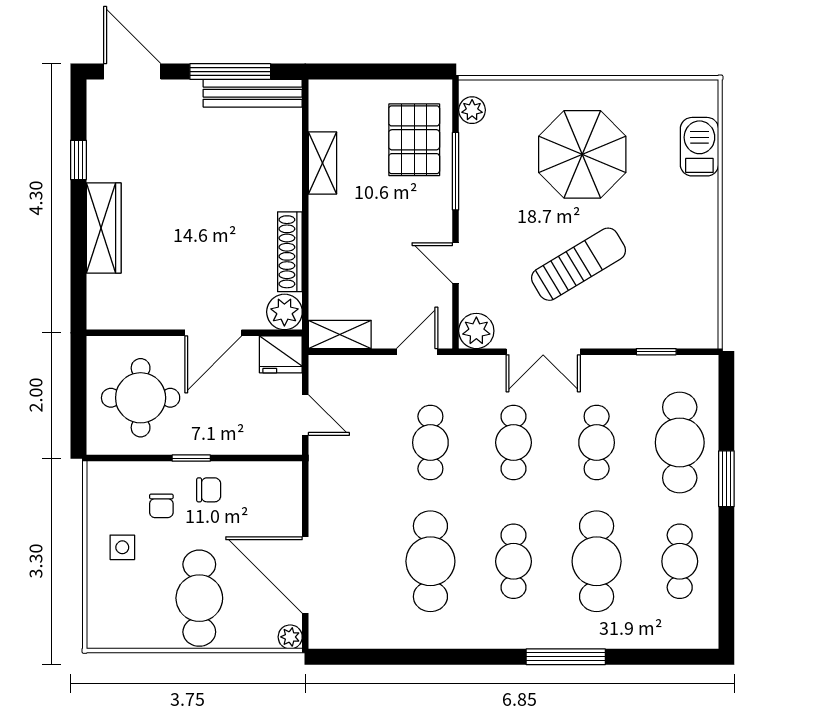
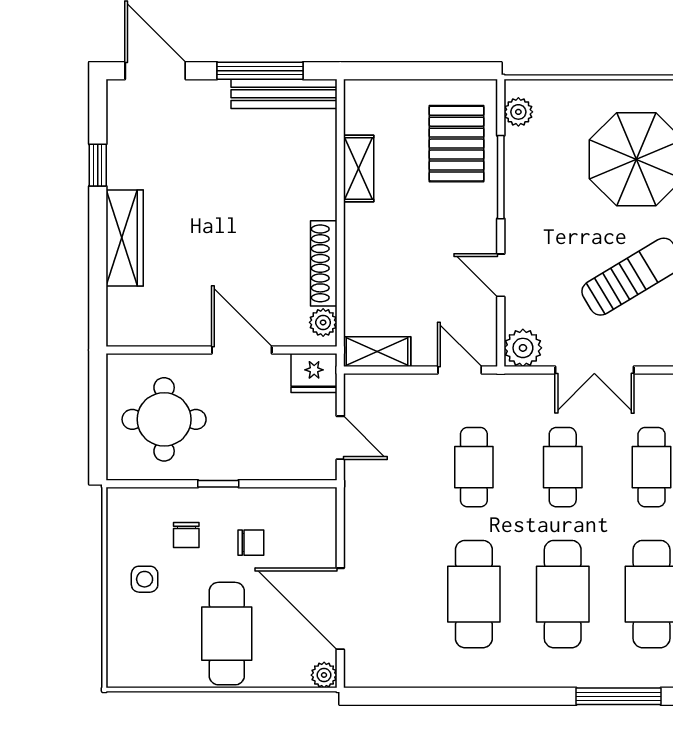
plant: (284, 312) -> (323, 322), width x0.73, depth x0.73
door: (213, 333) -> (242, 350), swing flipped
door: (417, 352) -> (460, 370), hinge flipped
chair: (209, 490) -> (251, 543), moved
cafe table: (514, 561) -> (563, 594), width x1.37, depth x1.35

